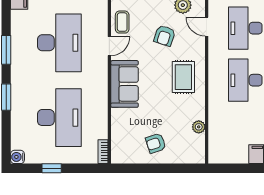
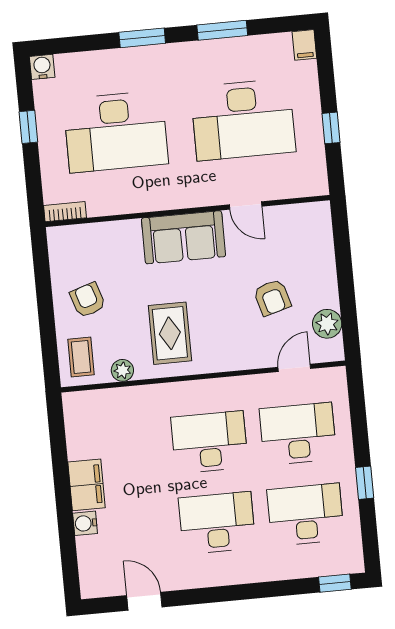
coffee table: (122, 22) -> (81, 357), moved, turned 90
armchair: (164, 36) -> (272, 297), turned -124
rug: (183, 77) -> (170, 333), moved, turned 90

